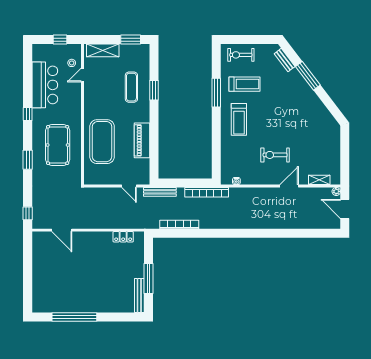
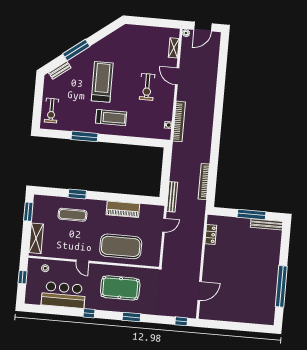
door: (83, 75) -> (82, 261), moved
treadmill: (244, 84) -> (102, 82), moved, width x1.37, depth x1.38
bookcase: (207, 192) -> (179, 121), moved

